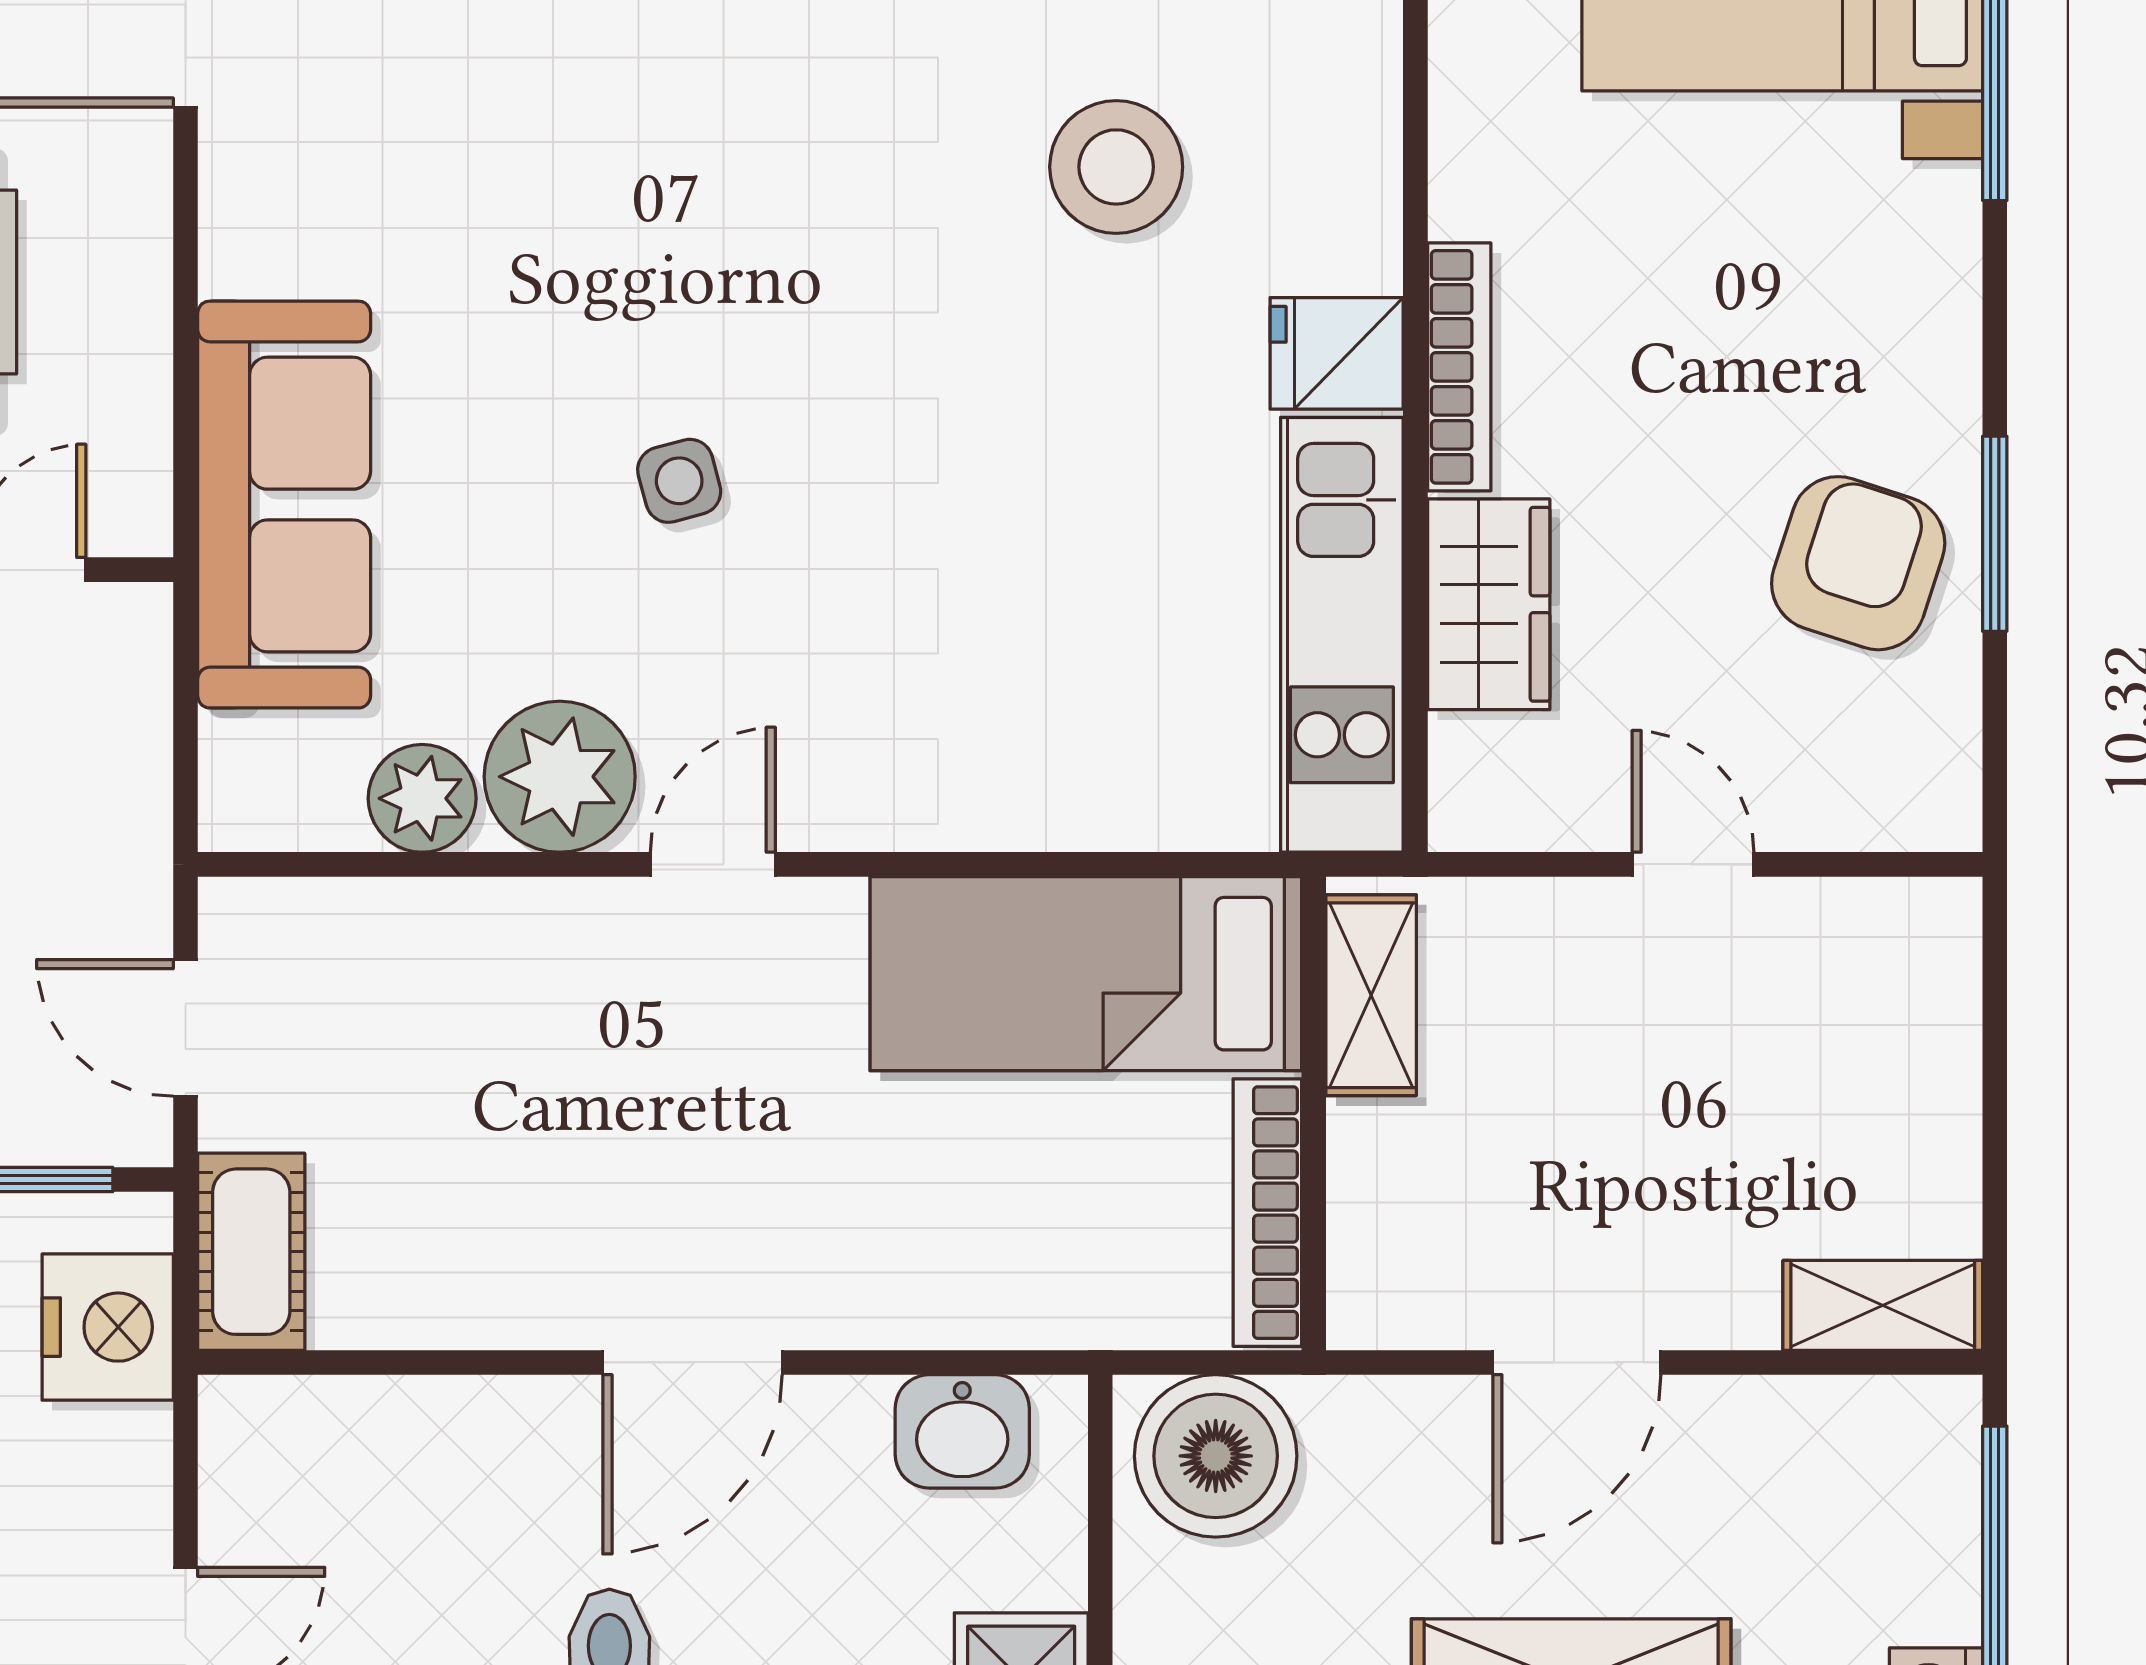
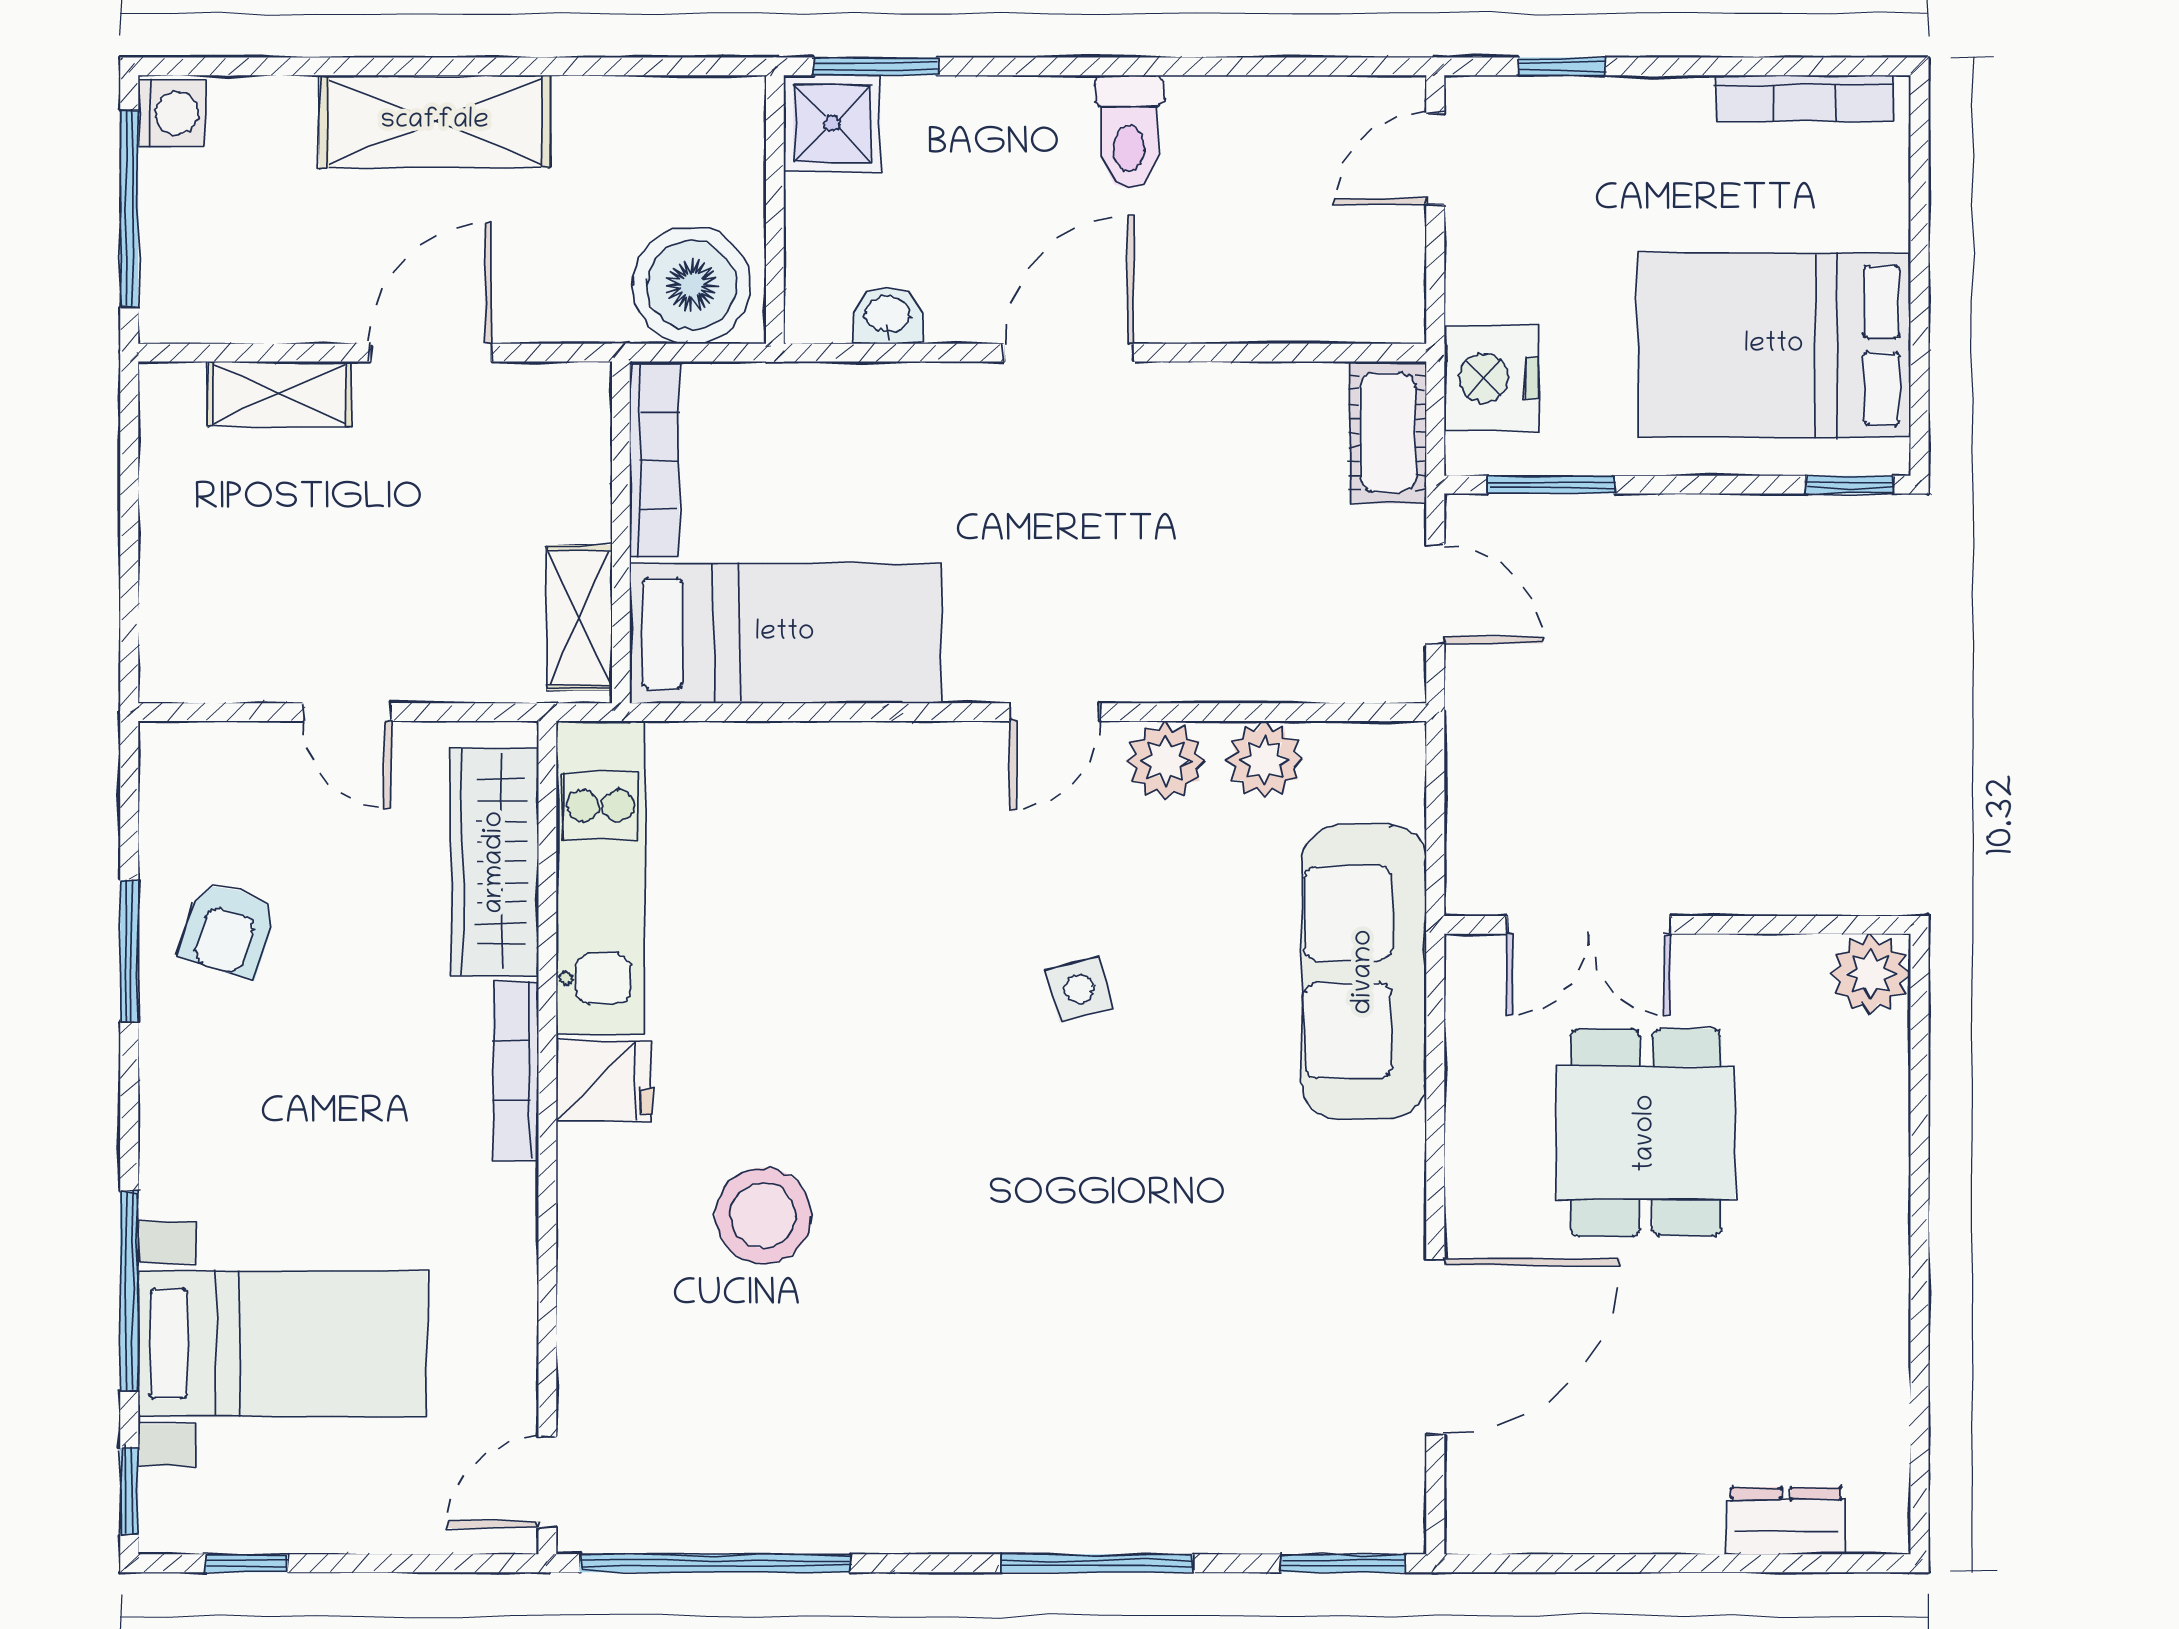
armchair: (1858, 563) -> (228, 930), width x0.72, depth x0.72
wardrobe: (1489, 604) -> (495, 862), width x1.50
plant: (560, 777) -> (1165, 761), width x0.73, depth x0.73
shelving: (1883, 1305) -> (279, 394), moved
washbasin: (962, 1431) -> (888, 316), width x0.72, depth x0.69

